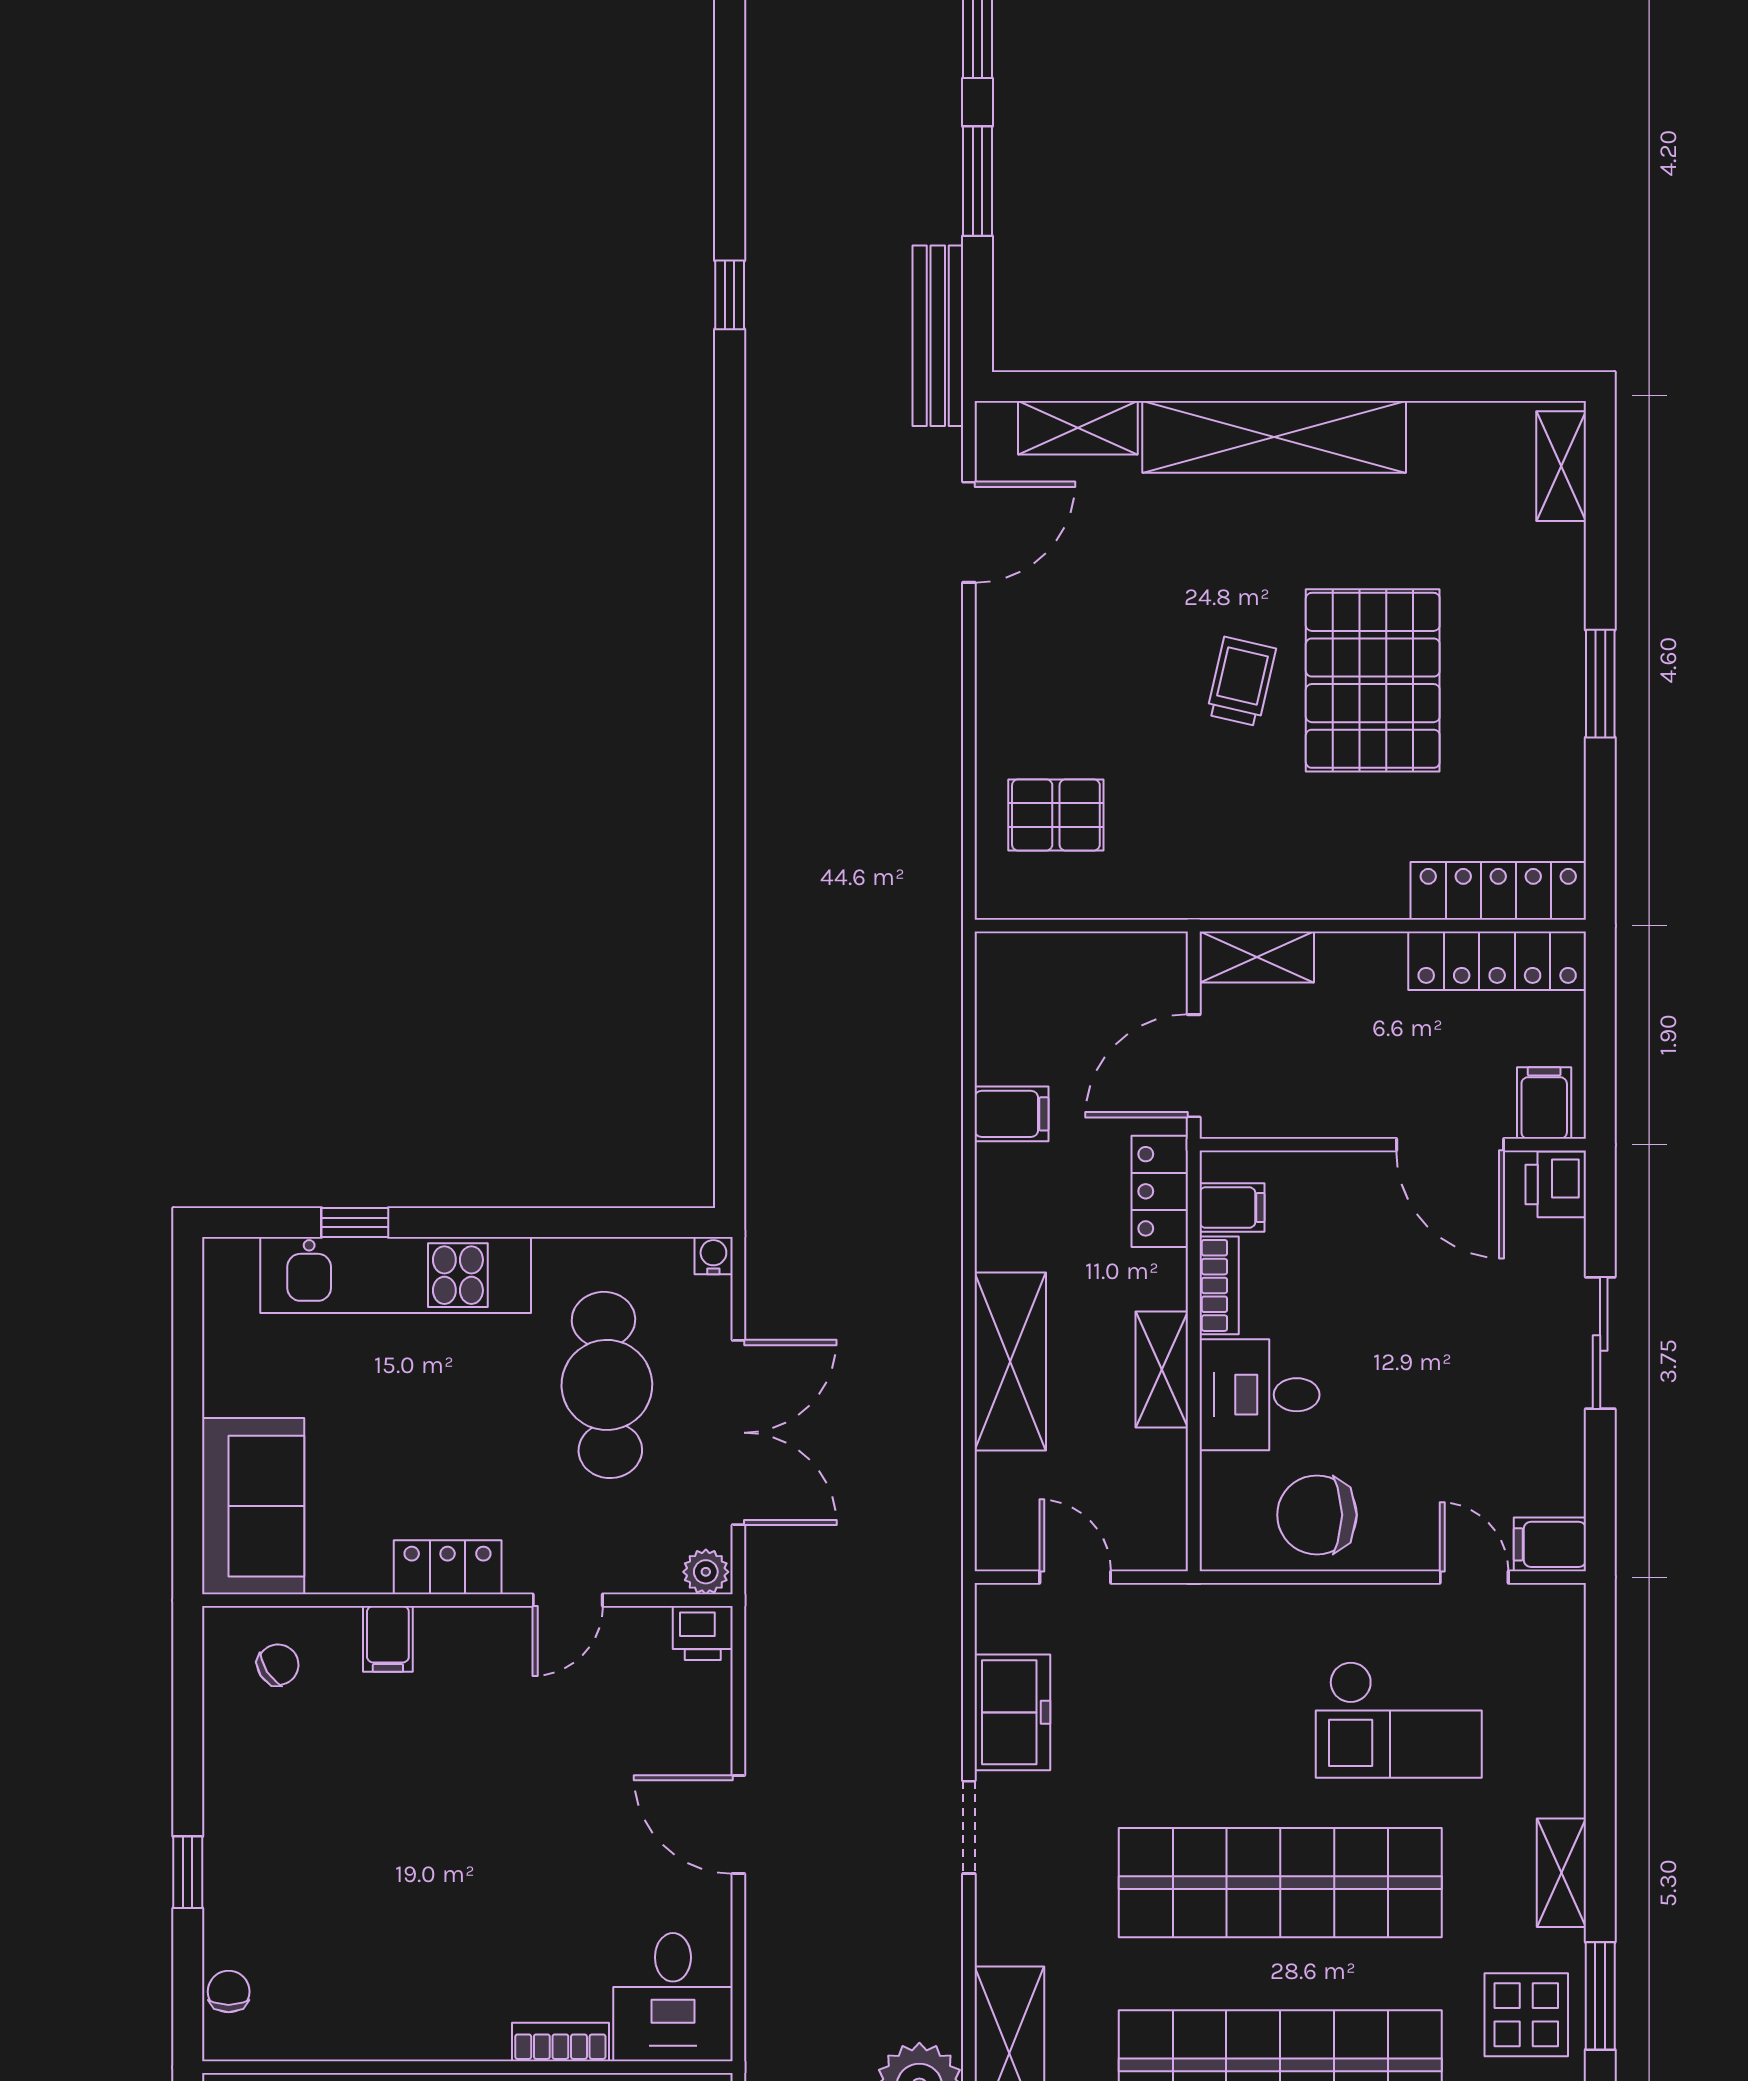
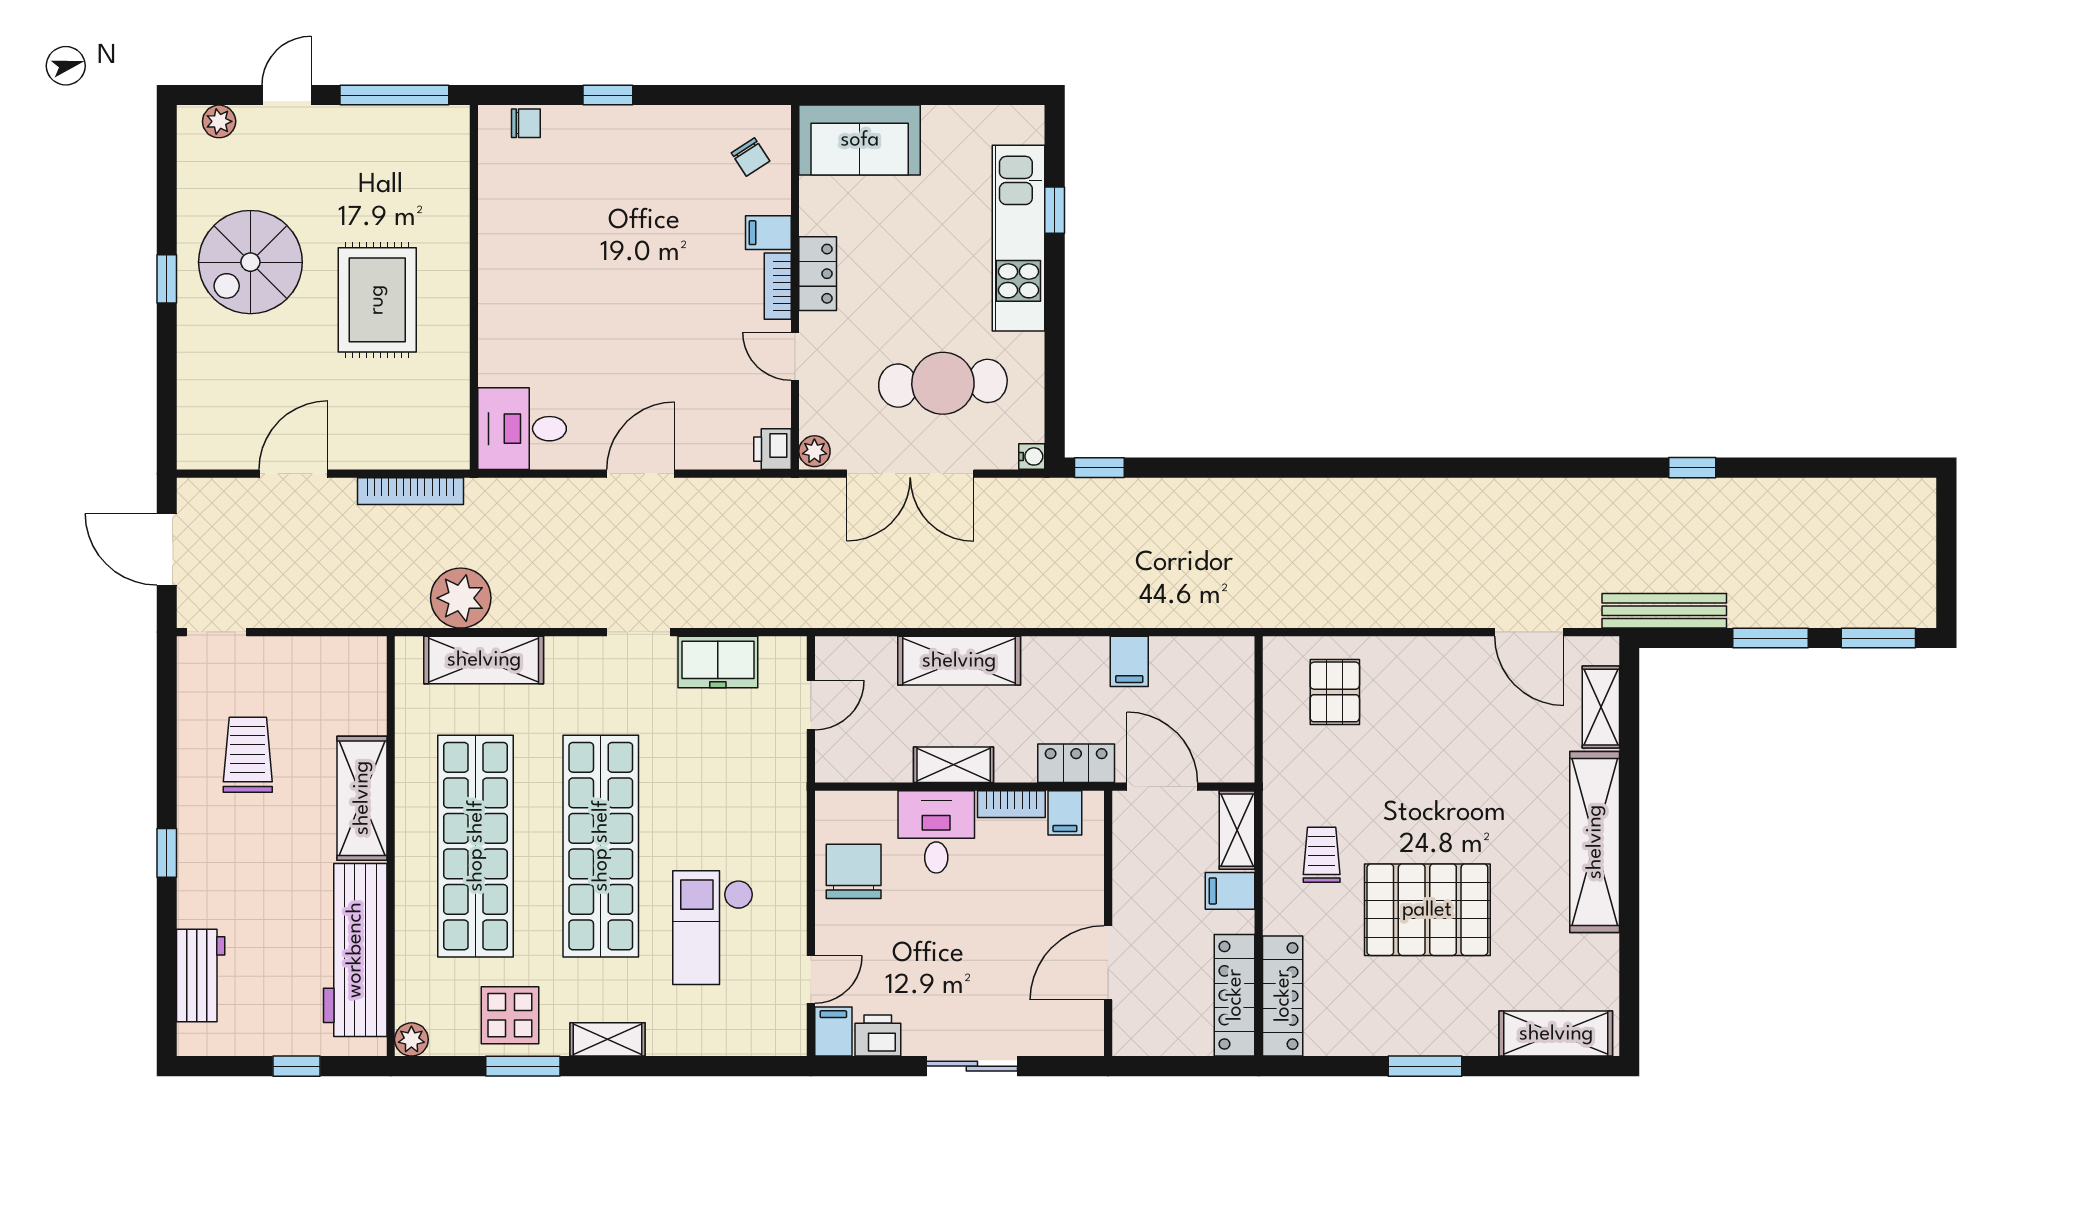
shelving: (1561, 466) -> (1556, 1034), width x1.50, depth x1.33
trolley: (1241, 681) -> (1322, 855), moved, turned -103
filing cabinet: (1544, 1103) -> (1230, 891), moved, turned 180
window: (730, 1157) -> (1099, 468), added
printer: (1556, 1184) -> (878, 1036), moved
bookcase: (560, 2042) -> (778, 286), moved, turned 180

